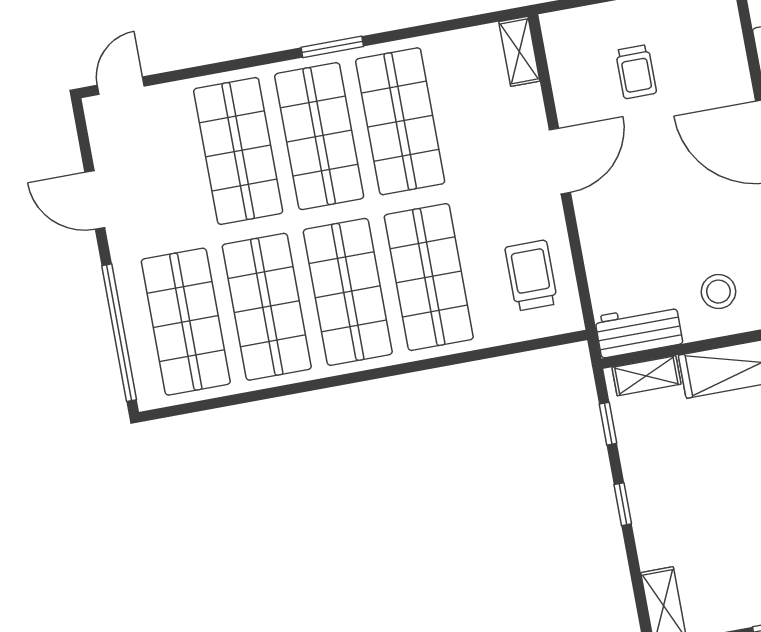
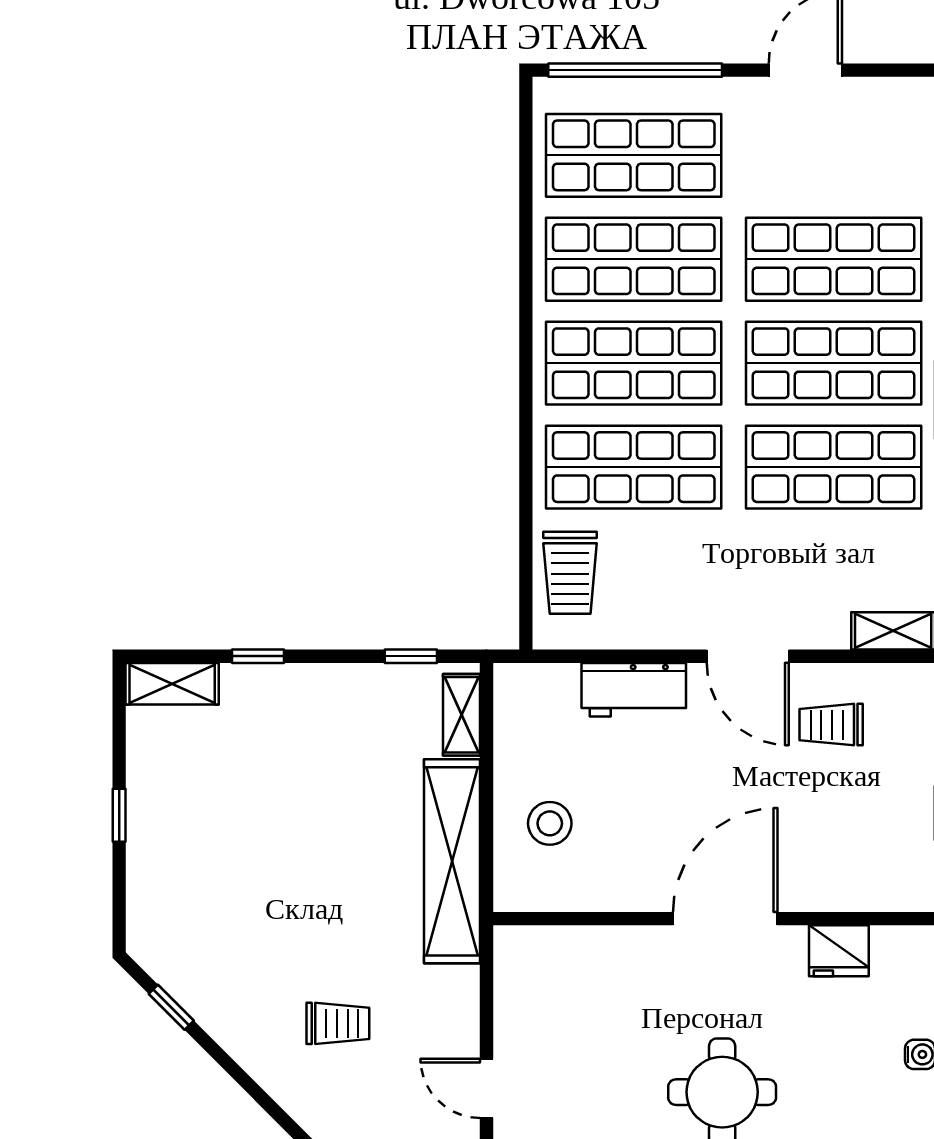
trolley: (636, 72) -> (831, 725), moved
trolley: (531, 275) -> (570, 573), moved, turned 90
workbench: (639, 330) -> (634, 690), moved, turned 90
window: (623, 504) -> (258, 656), moved

